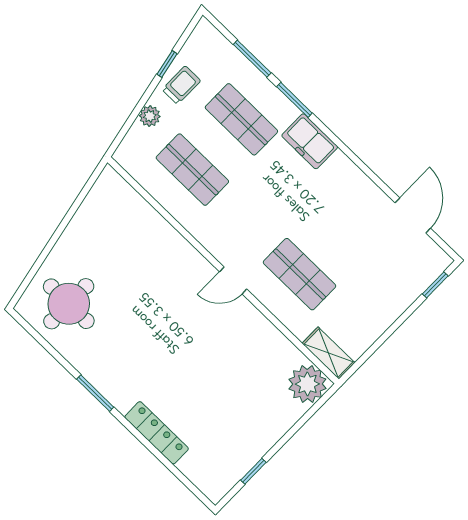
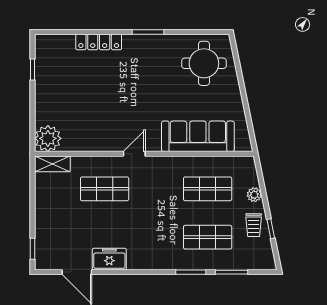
freezer: (310, 141) -> (109, 259), moved
sofa: (149, 234) -> (198, 136), added

